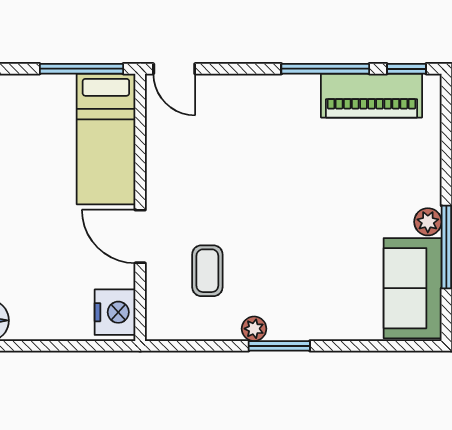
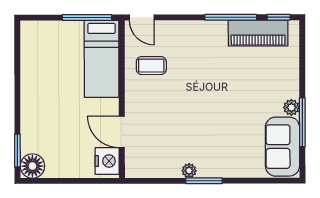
door: (140, 236) -> (122, 132), moved
coffee table: (207, 271) -> (151, 66), moved, turned 90

